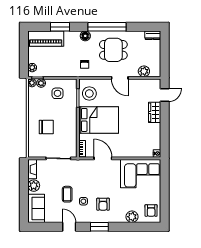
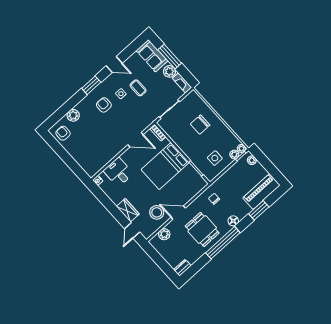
dining table: (113, 50) -> (202, 229), turned 90
stool: (89, 94) -> (157, 212), moved
desk: (137, 146) -> (118, 172), added
corner sofa: (141, 174) -> (96, 154), removed
window: (24, 196) -> (170, 56), added

